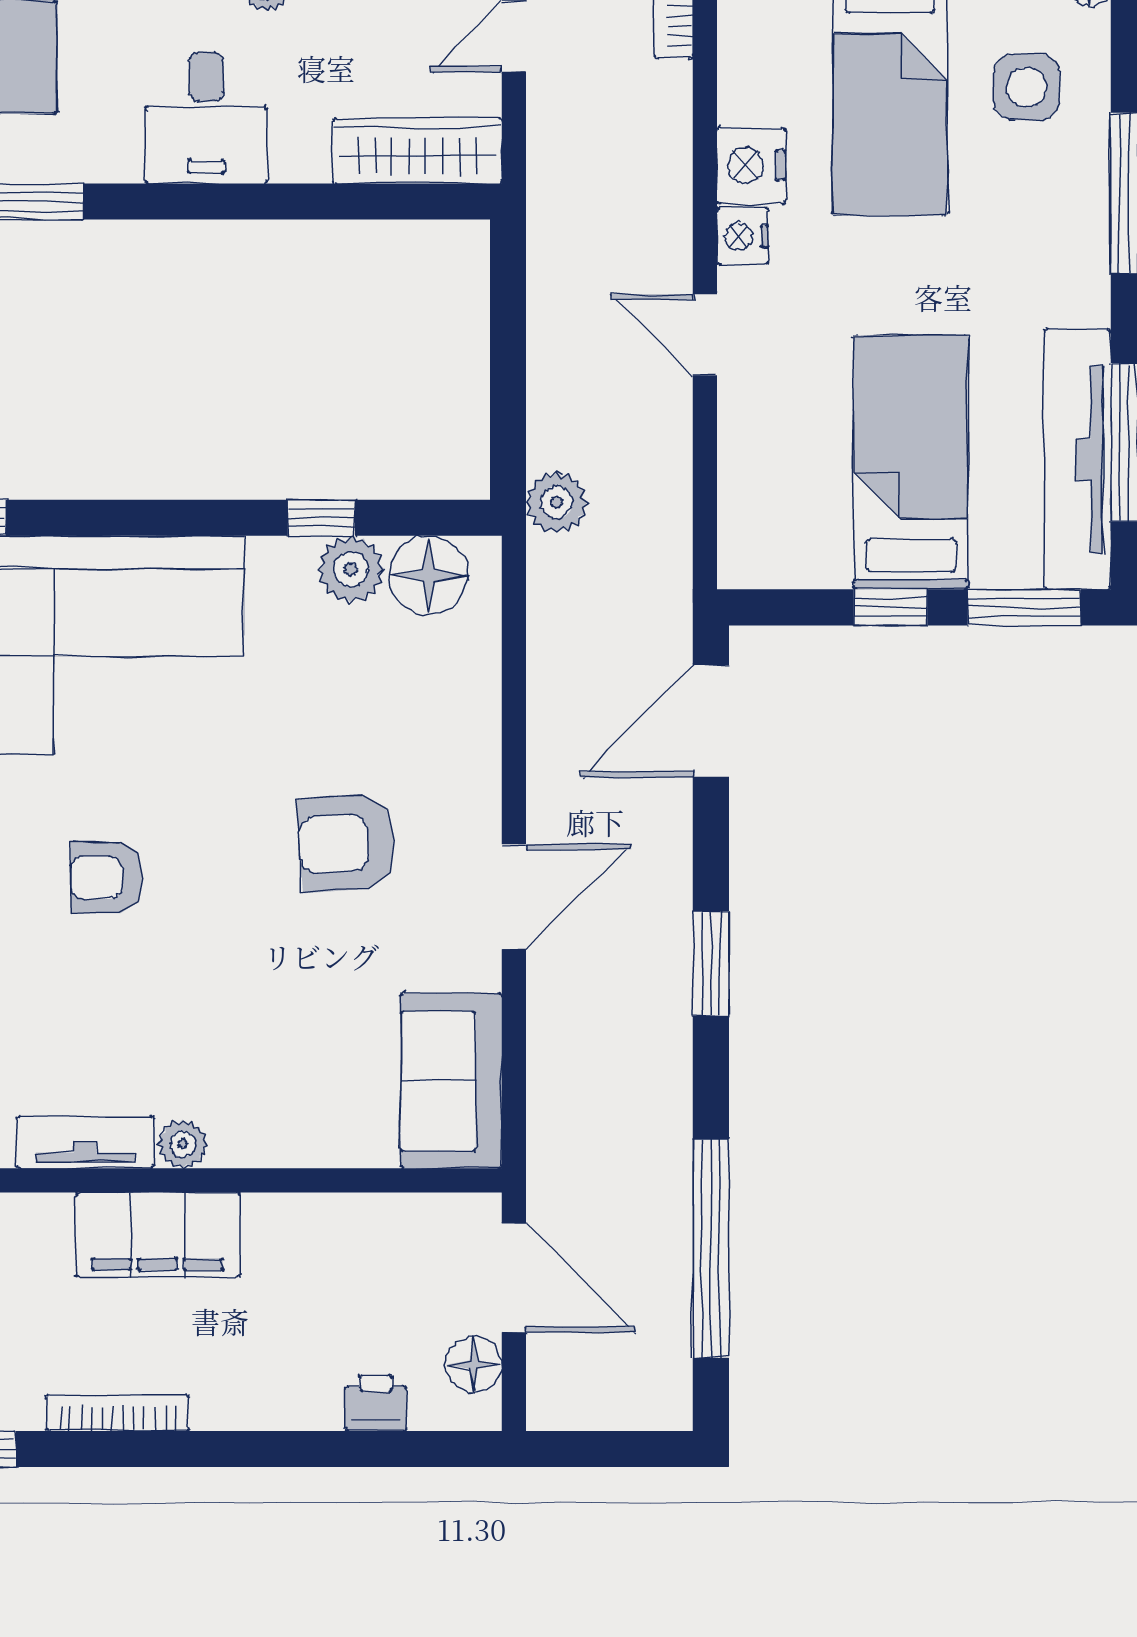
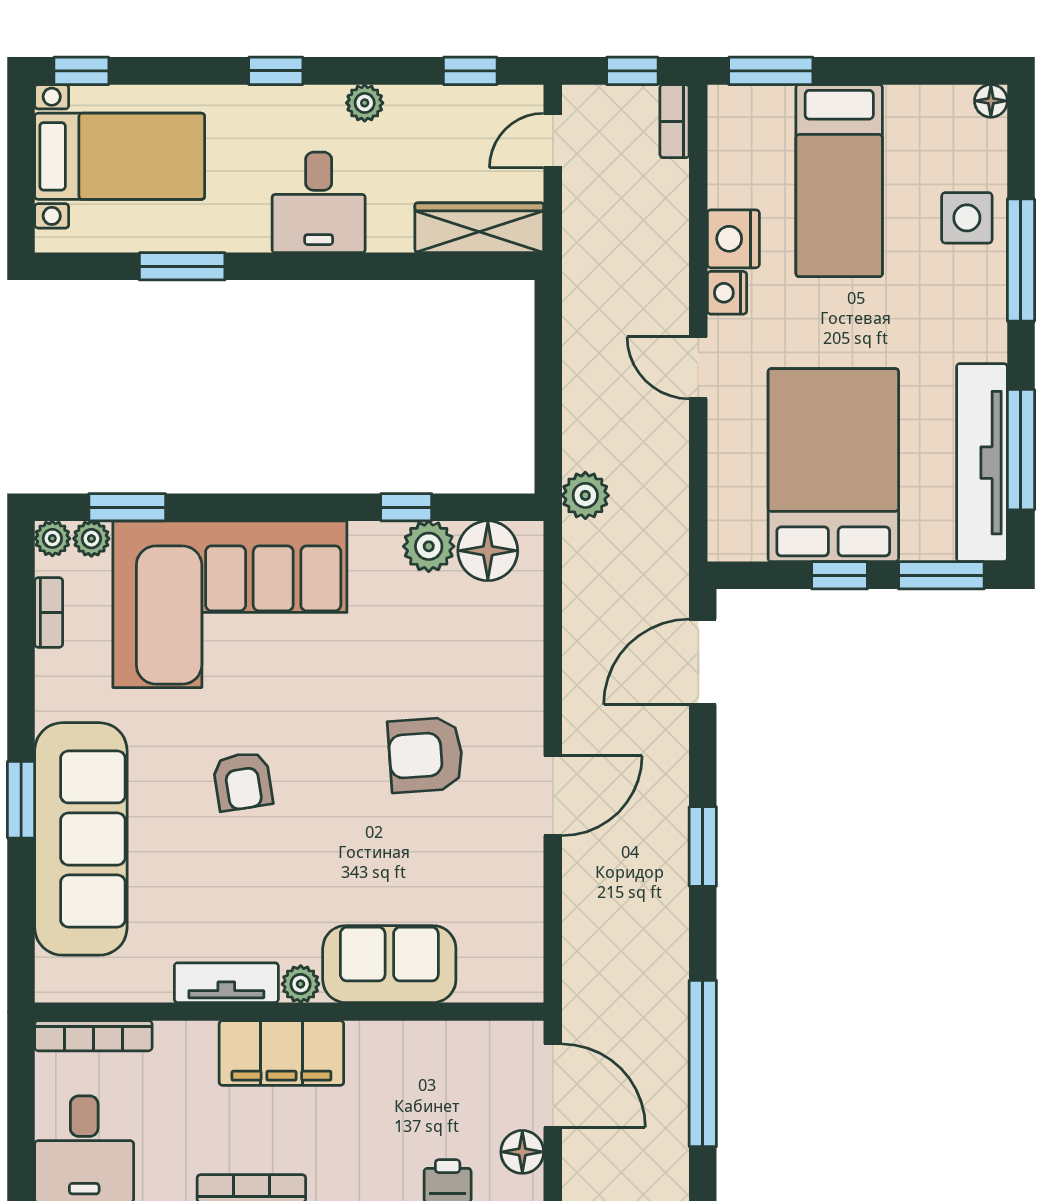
side table: (1027, 87) -> (967, 218), moved
bed: (911, 463) -> (833, 465), width x1.50
armchair: (106, 878) -> (243, 781), turned -99
sofa: (451, 1081) -> (389, 964), moved, turned 90

